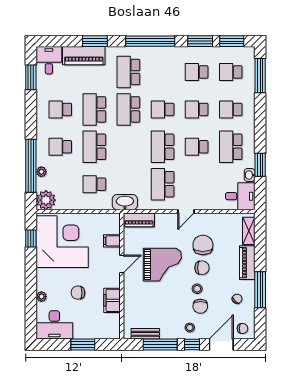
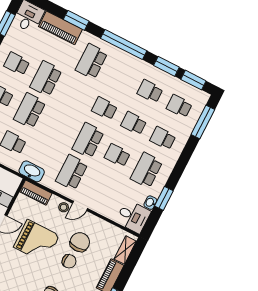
school desk: (128, 109) -> (75, 93), removed
stool: (197, 289) -> (64, 207), moved

